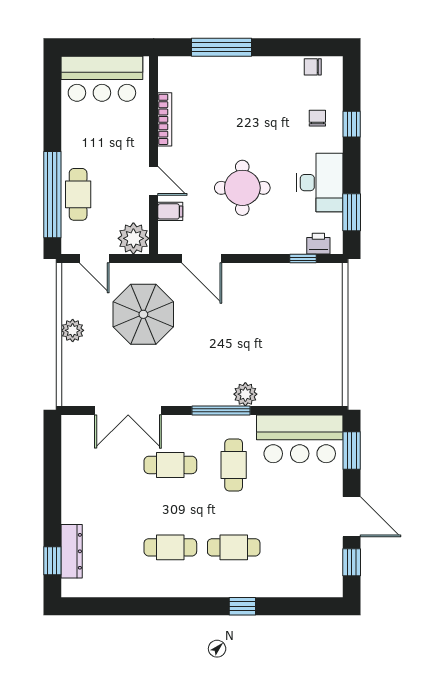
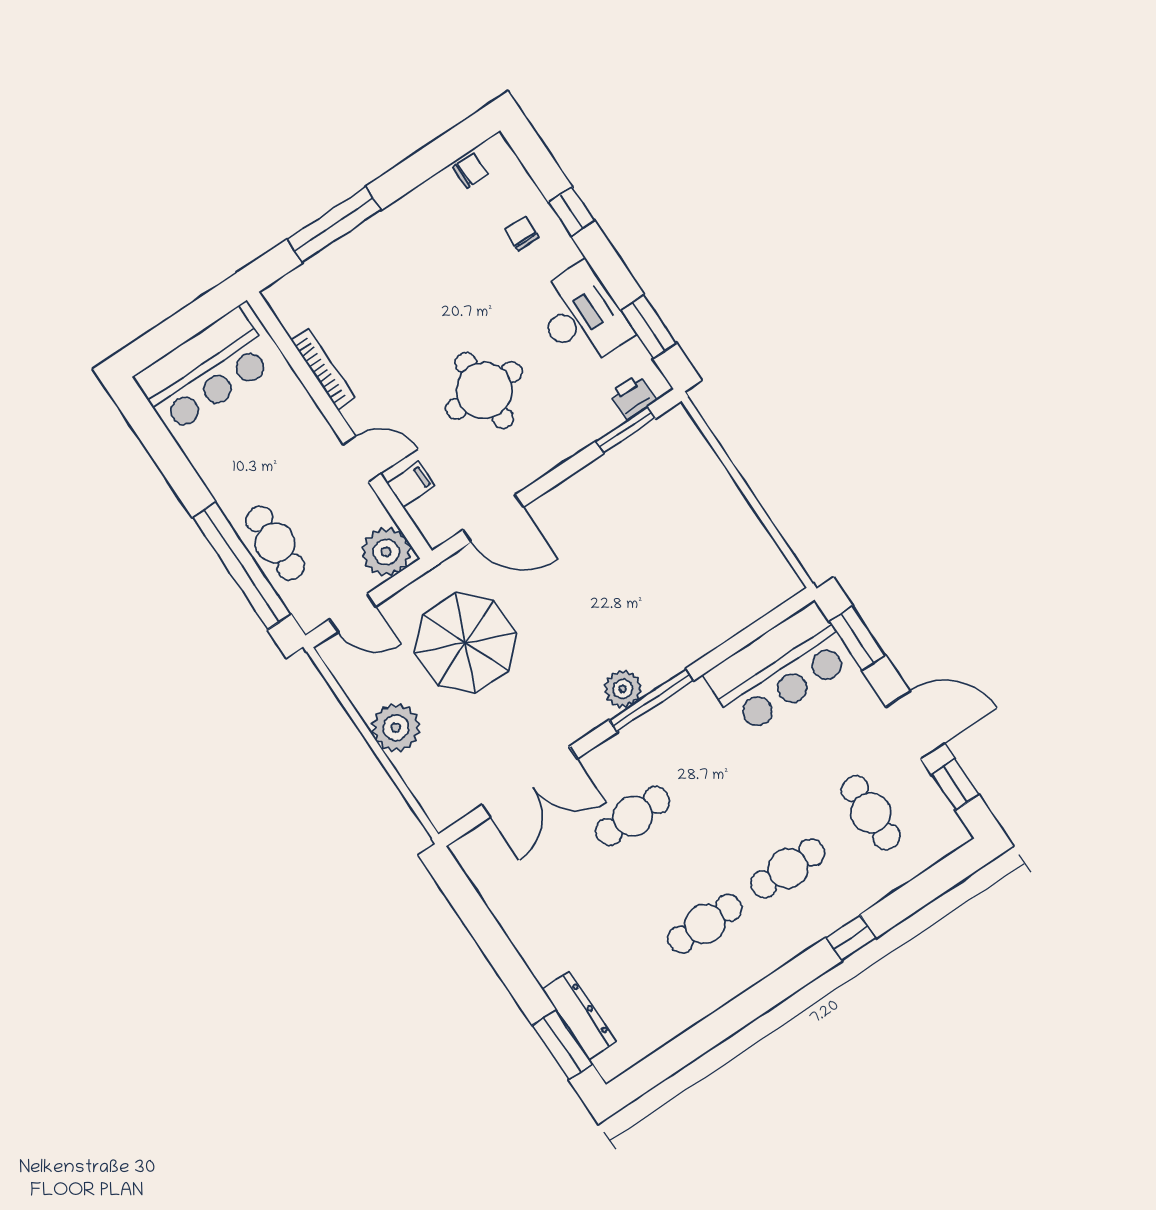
chair: (313, 67) -> (470, 170), turned 180
window: (303, 259) -> (626, 430), width x1.50
plant: (73, 330) -> (396, 728), width x1.36, depth x1.36
plant: (245, 394) -> (623, 689), moved
cafe table: (234, 465) -> (871, 813), moved
window: (52, 561) -> (562, 1045), width x1.50

